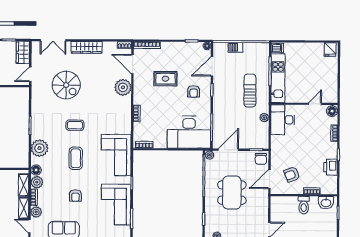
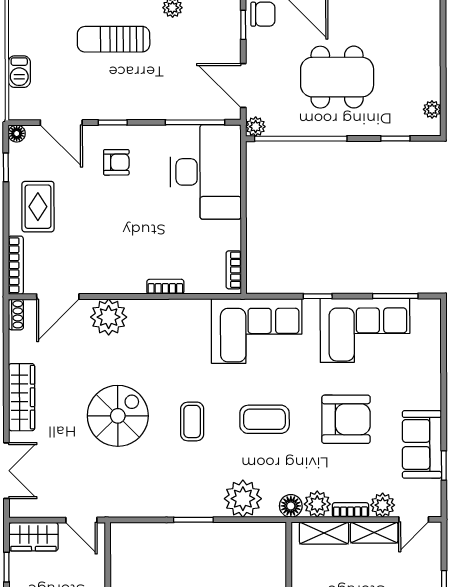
rug: (165, 79) -> (38, 207), moved
spiral stairs: (66, 85) -> (118, 416), moved
armchair: (75, 196) -> (346, 419), width x1.88, depth x1.88

